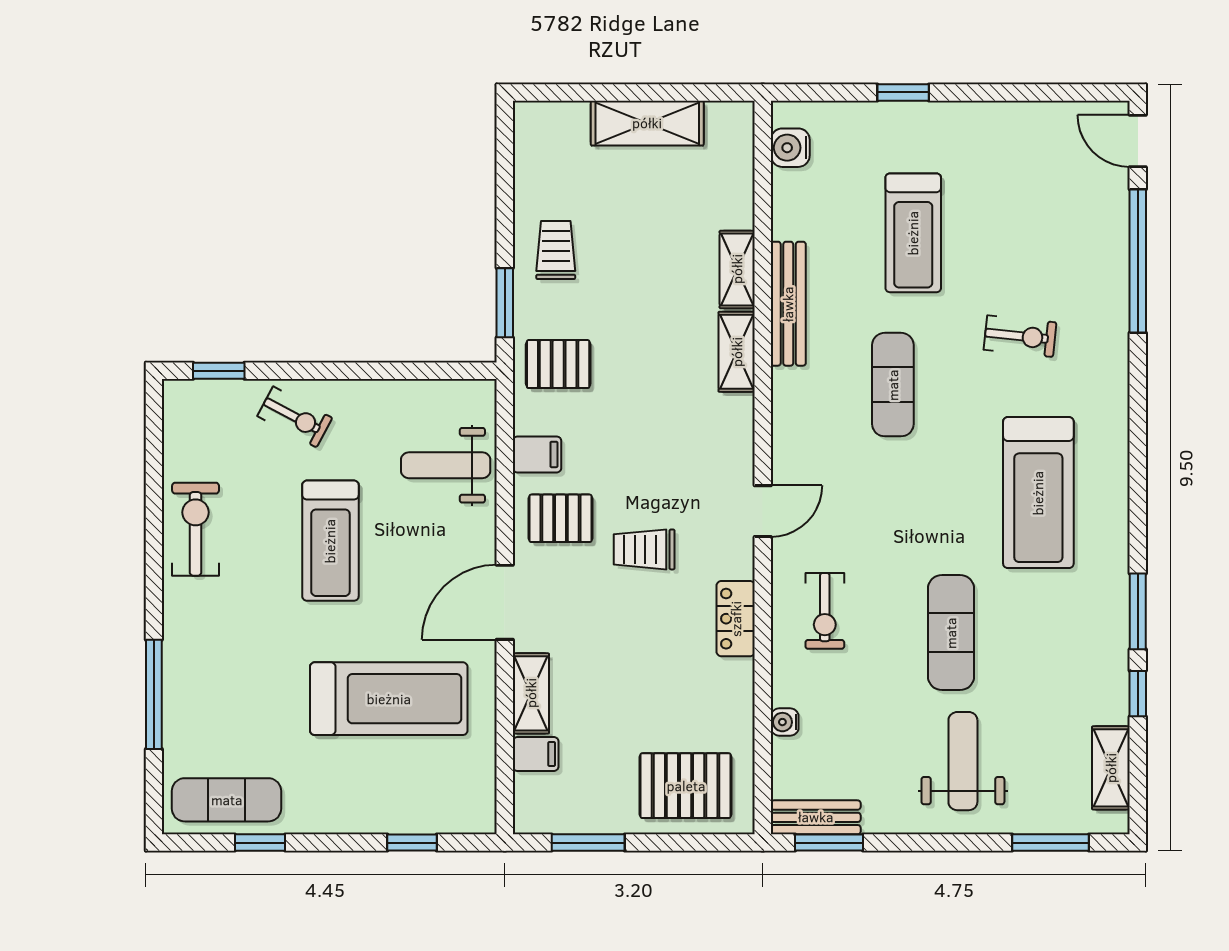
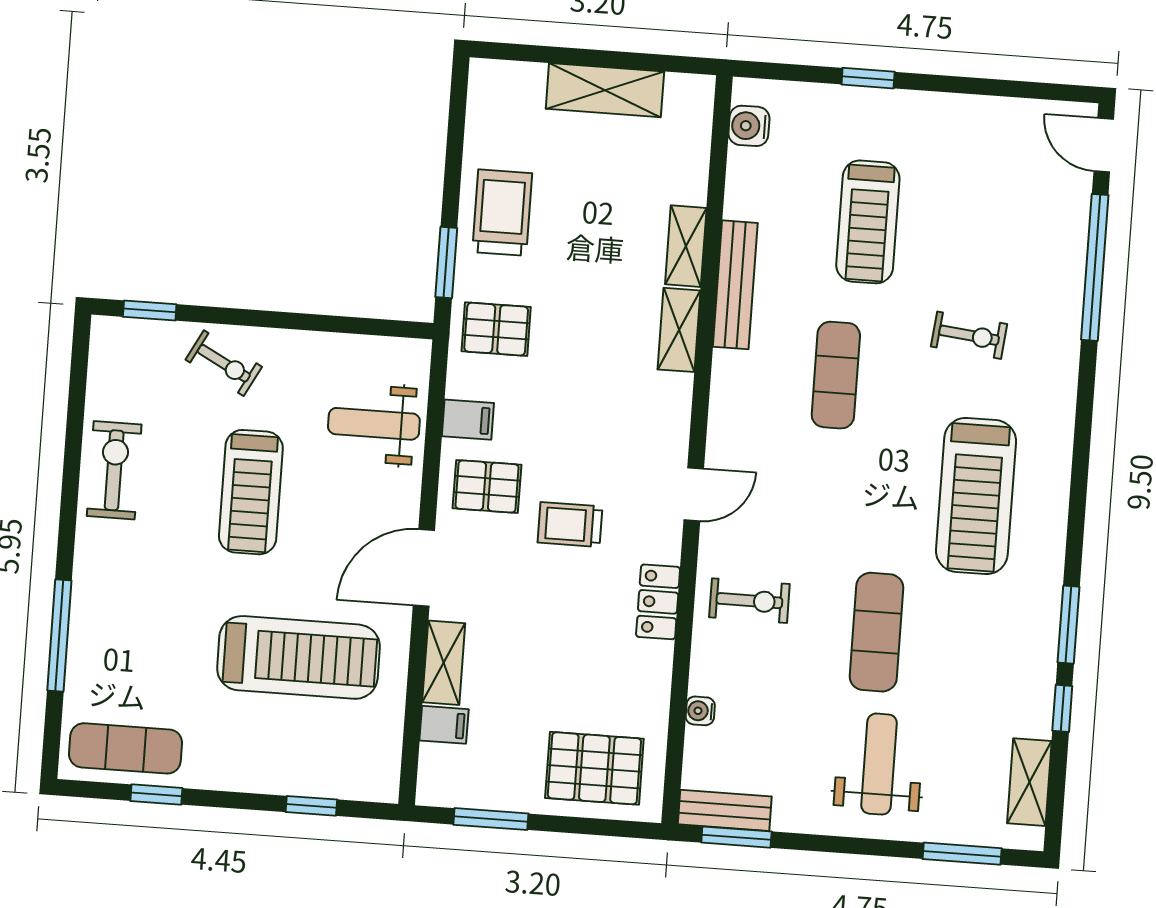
trolley: (556, 250) -> (502, 213), width x1.36, depth x1.39
exercise bike: (825, 611) -> (749, 601), turned -90

